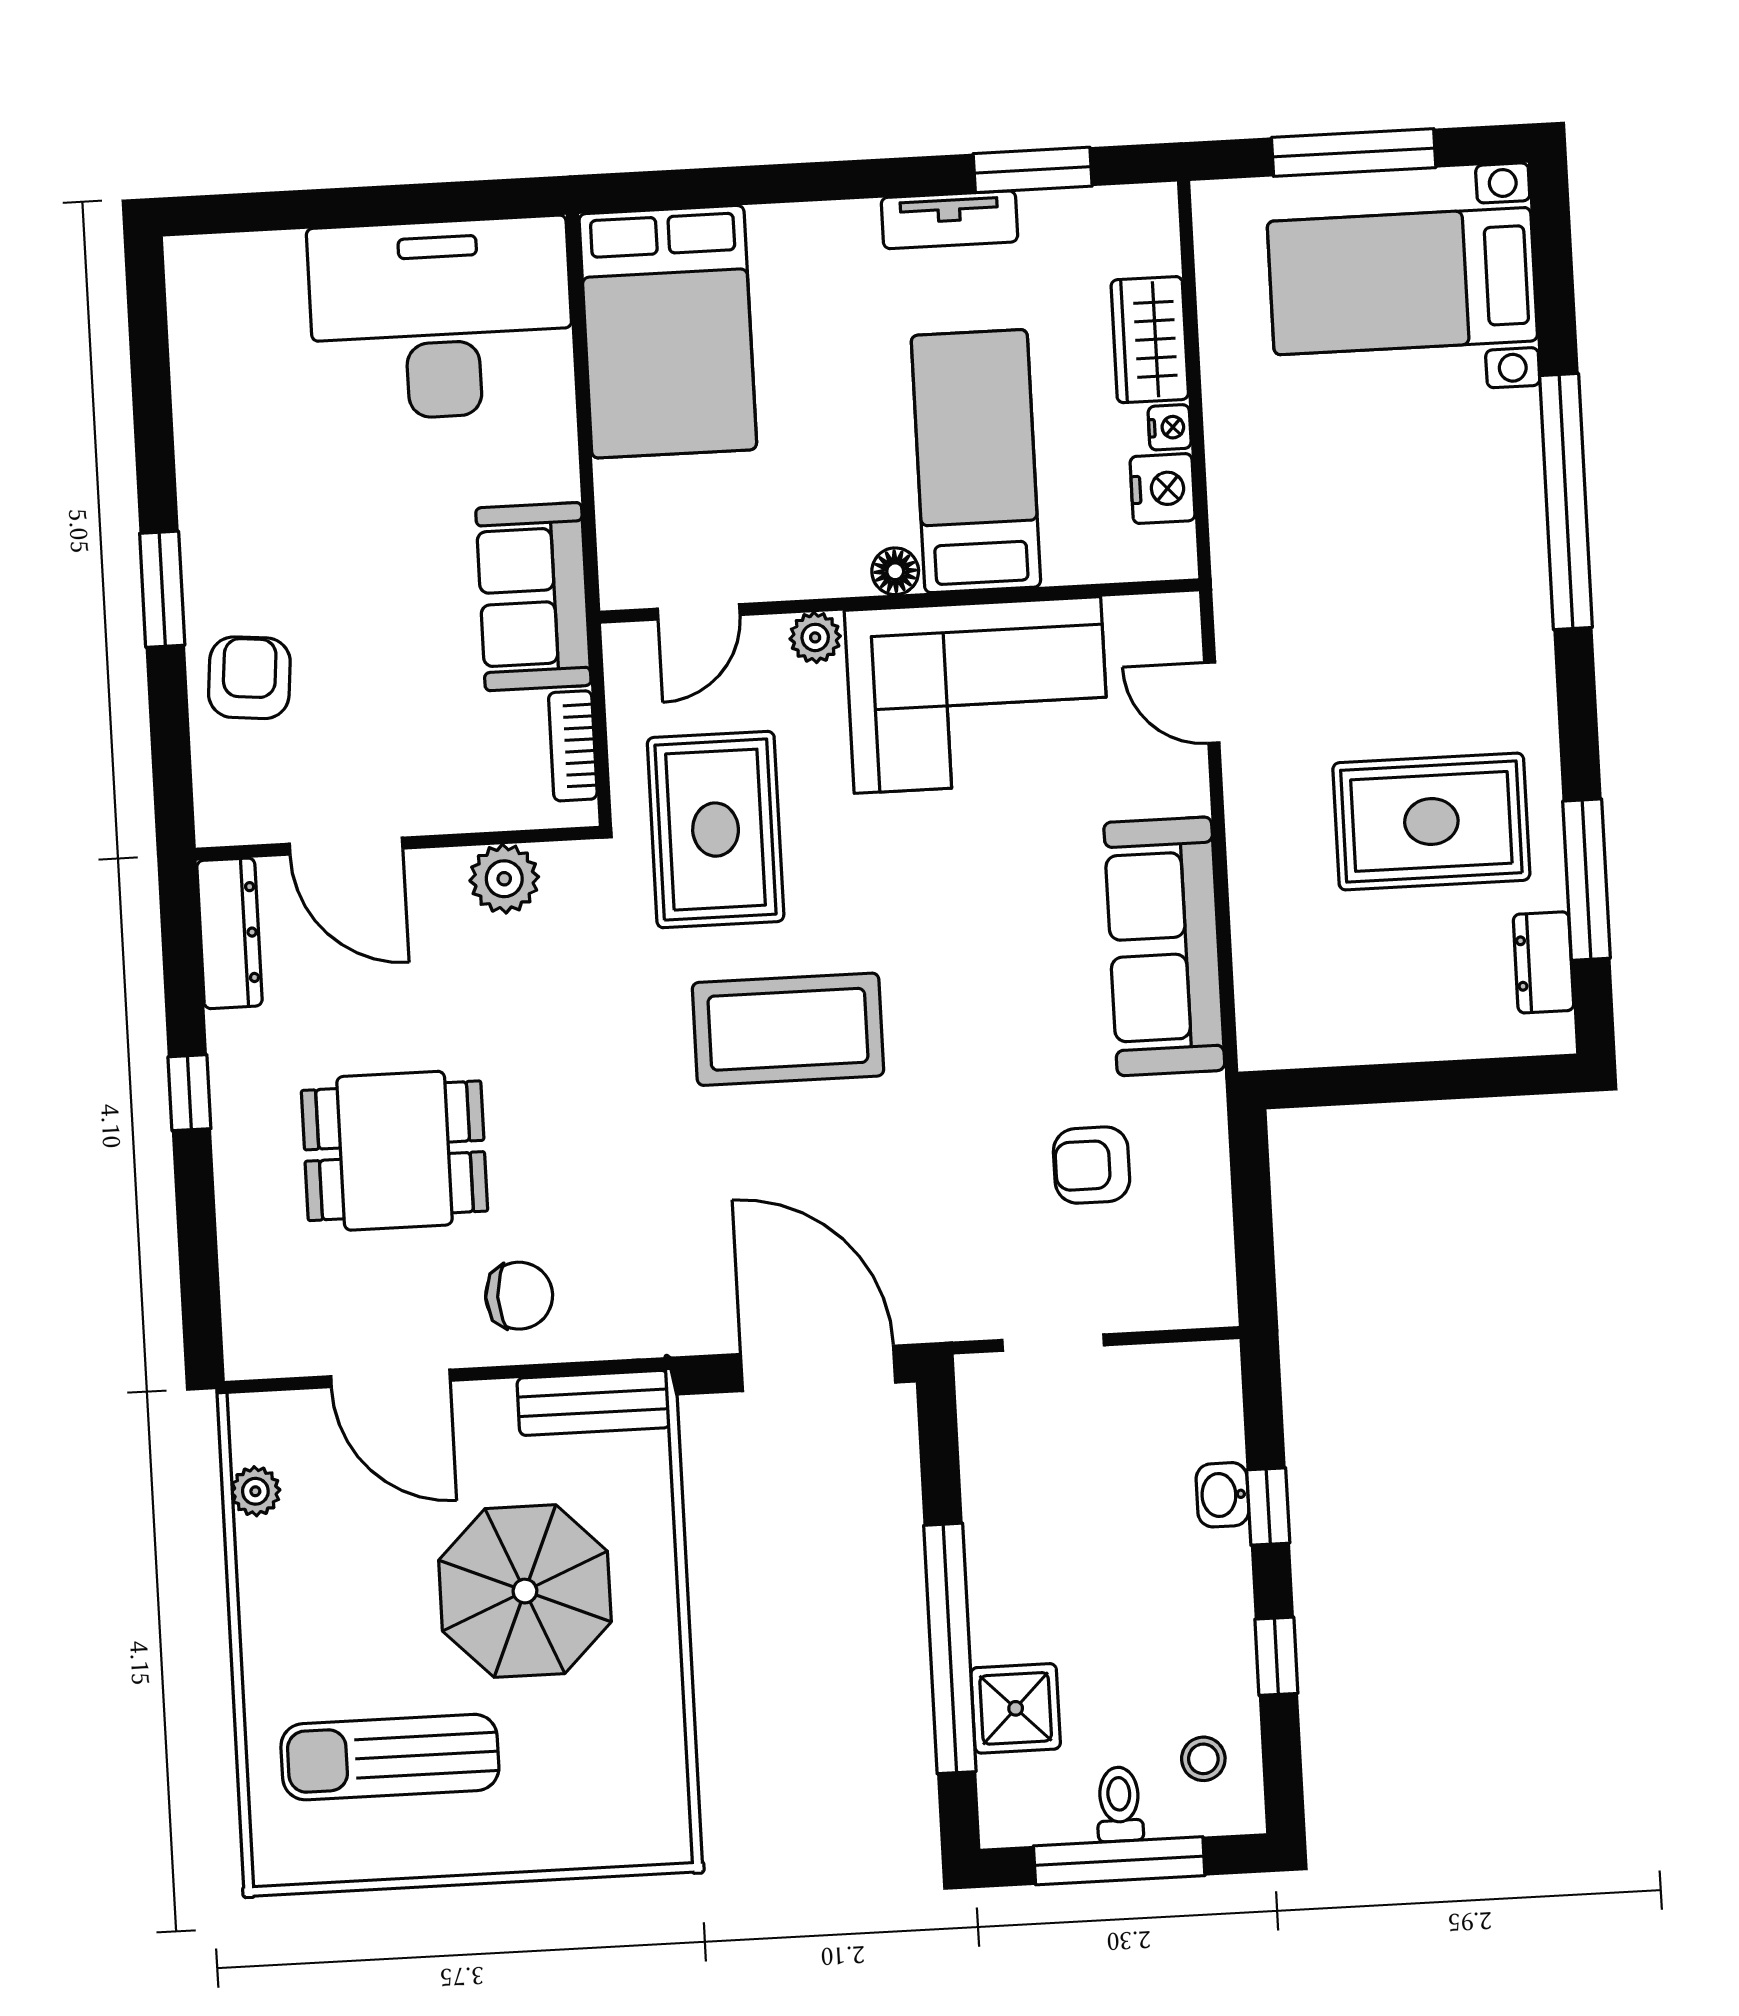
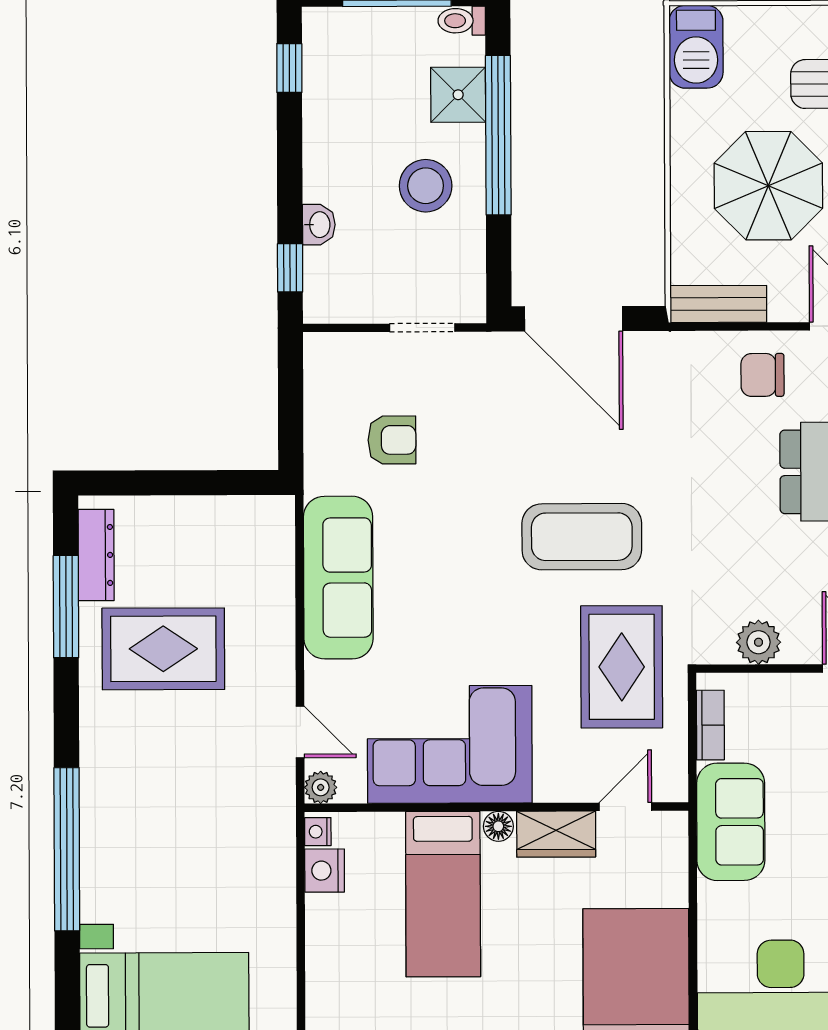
wardrobe: (1150, 340) -> (556, 834), moved, turned 90
nightstand: (1170, 427) -> (318, 832), moved
plant: (815, 637) -> (321, 787), moved
dresser: (1543, 962) -> (96, 555), width x1.44
window: (1268, 1507) -> (290, 268), moved
window: (1276, 1656) -> (289, 68), moved
stool: (1203, 1759) -> (426, 186), moved, width x1.89, depth x1.89
barbecue: (649, 1802) -> (696, 47), added
toilet: (1119, 1804) -> (462, 21), moved, turned 90

